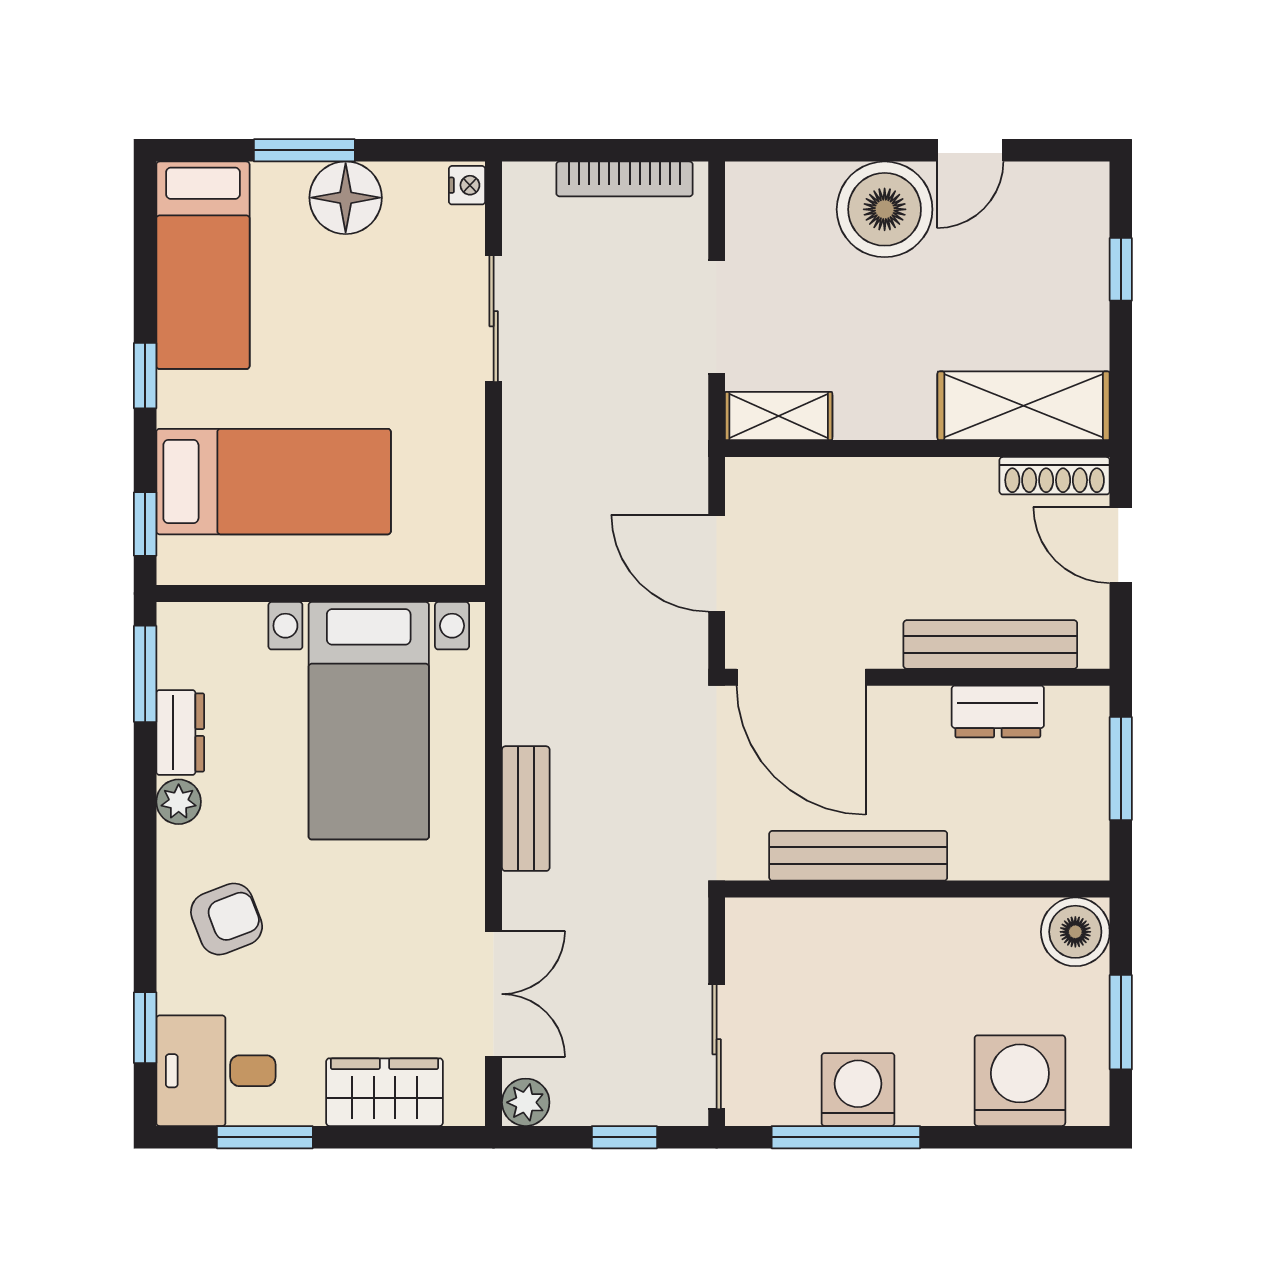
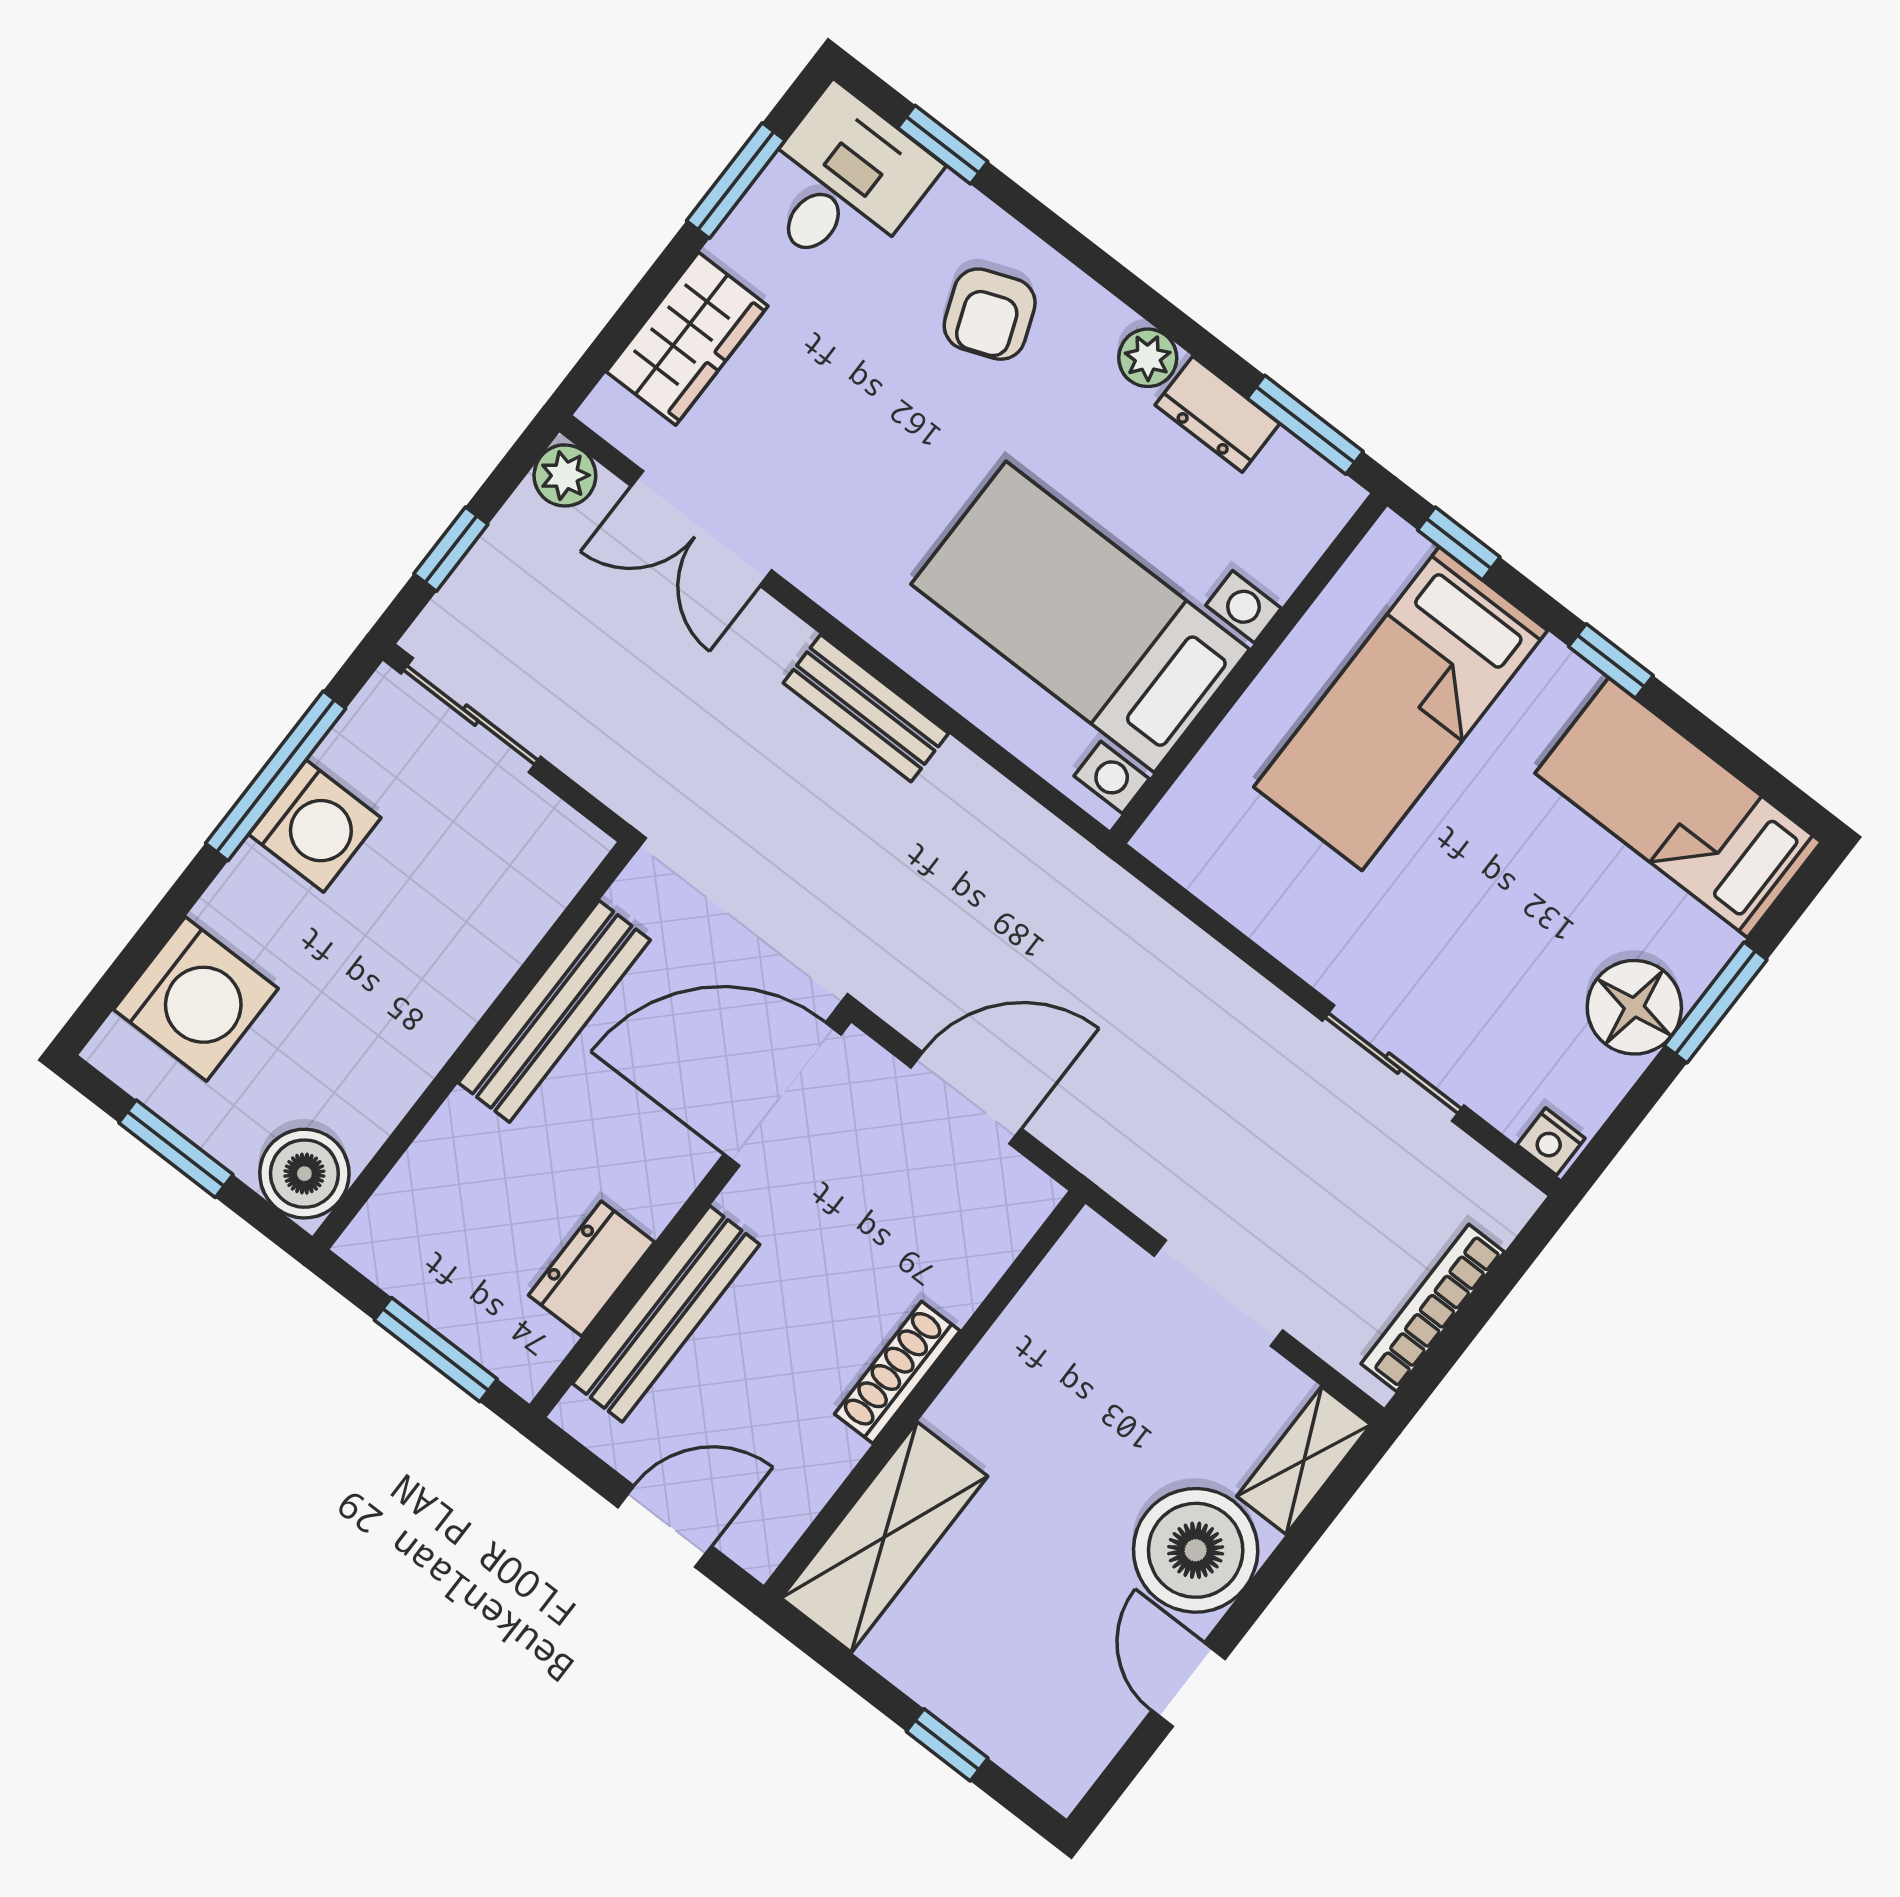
shelving: (779, 416) -> (1304, 1460), moved
shoe rack: (1055, 476) -> (897, 1372), moved

